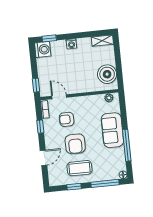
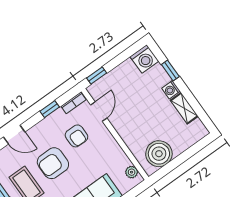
window: (49, 38) -> (170, 70), moved
shelving: (102, 41) -> (184, 108), moved
armchair: (67, 119) -> (76, 136), turned 180

